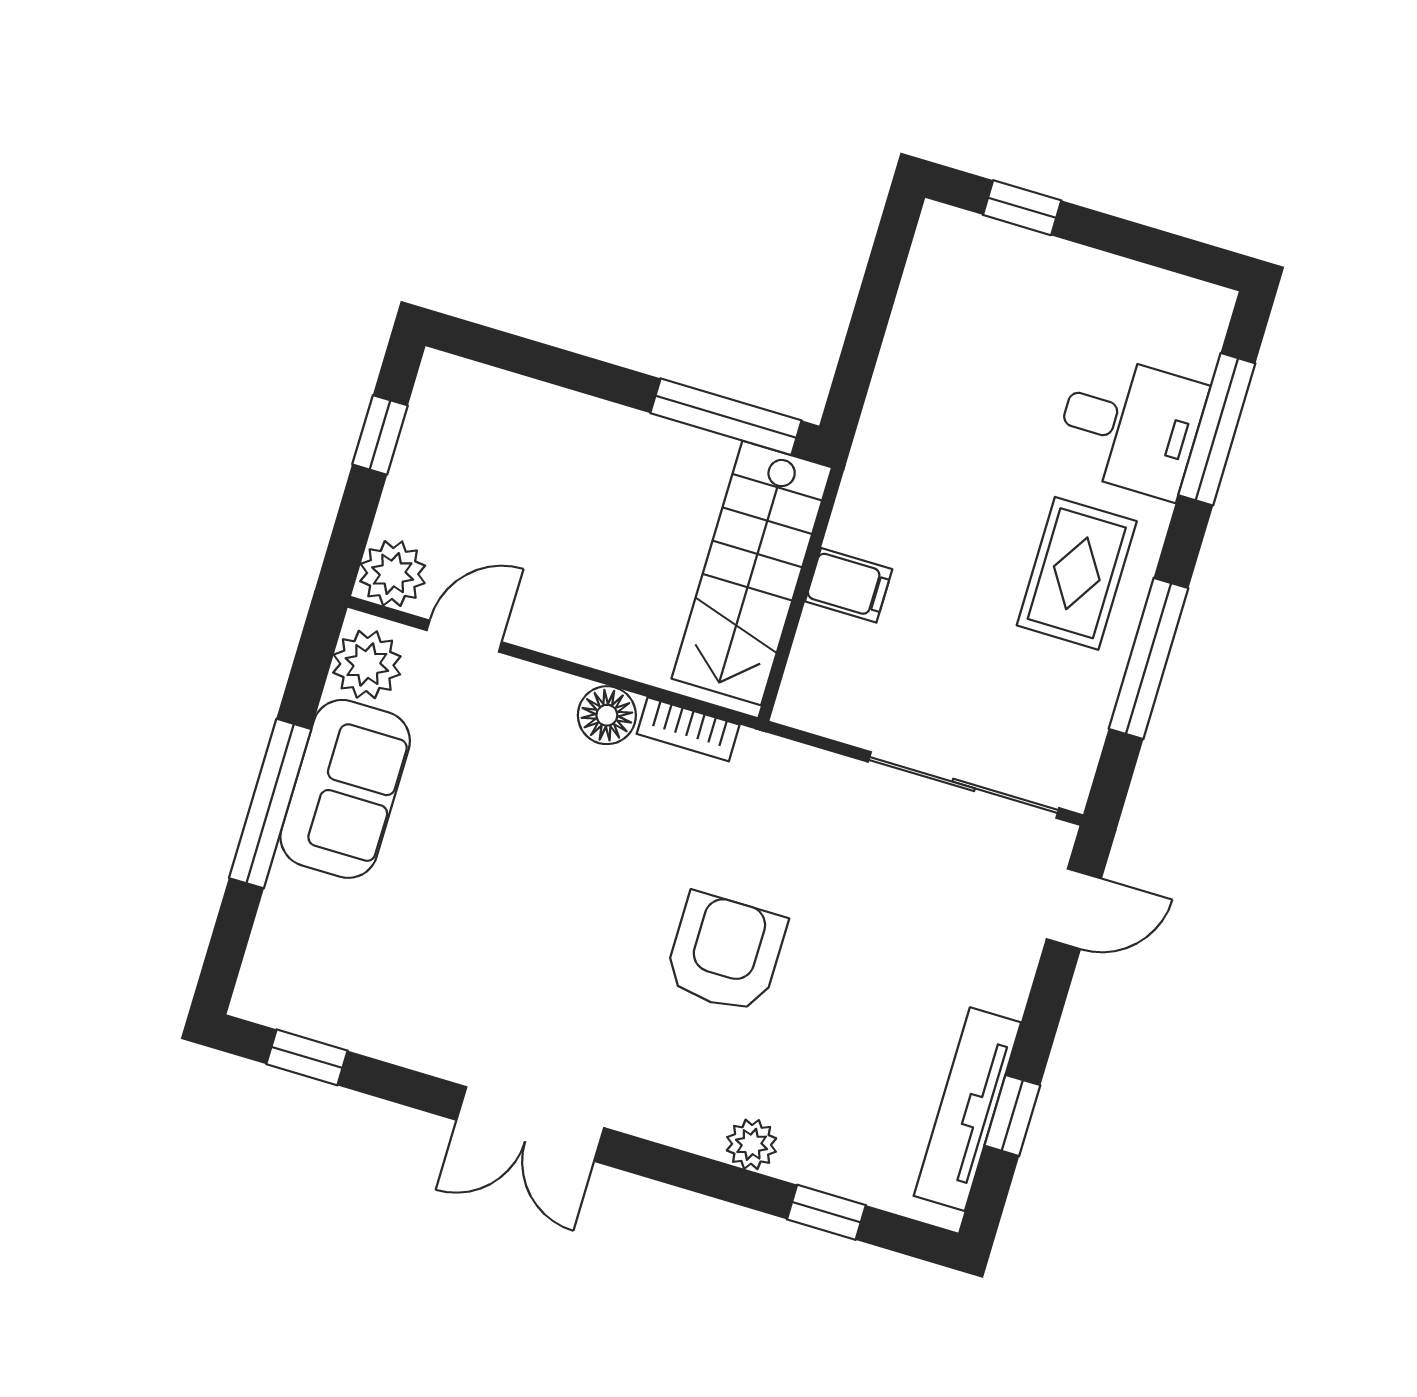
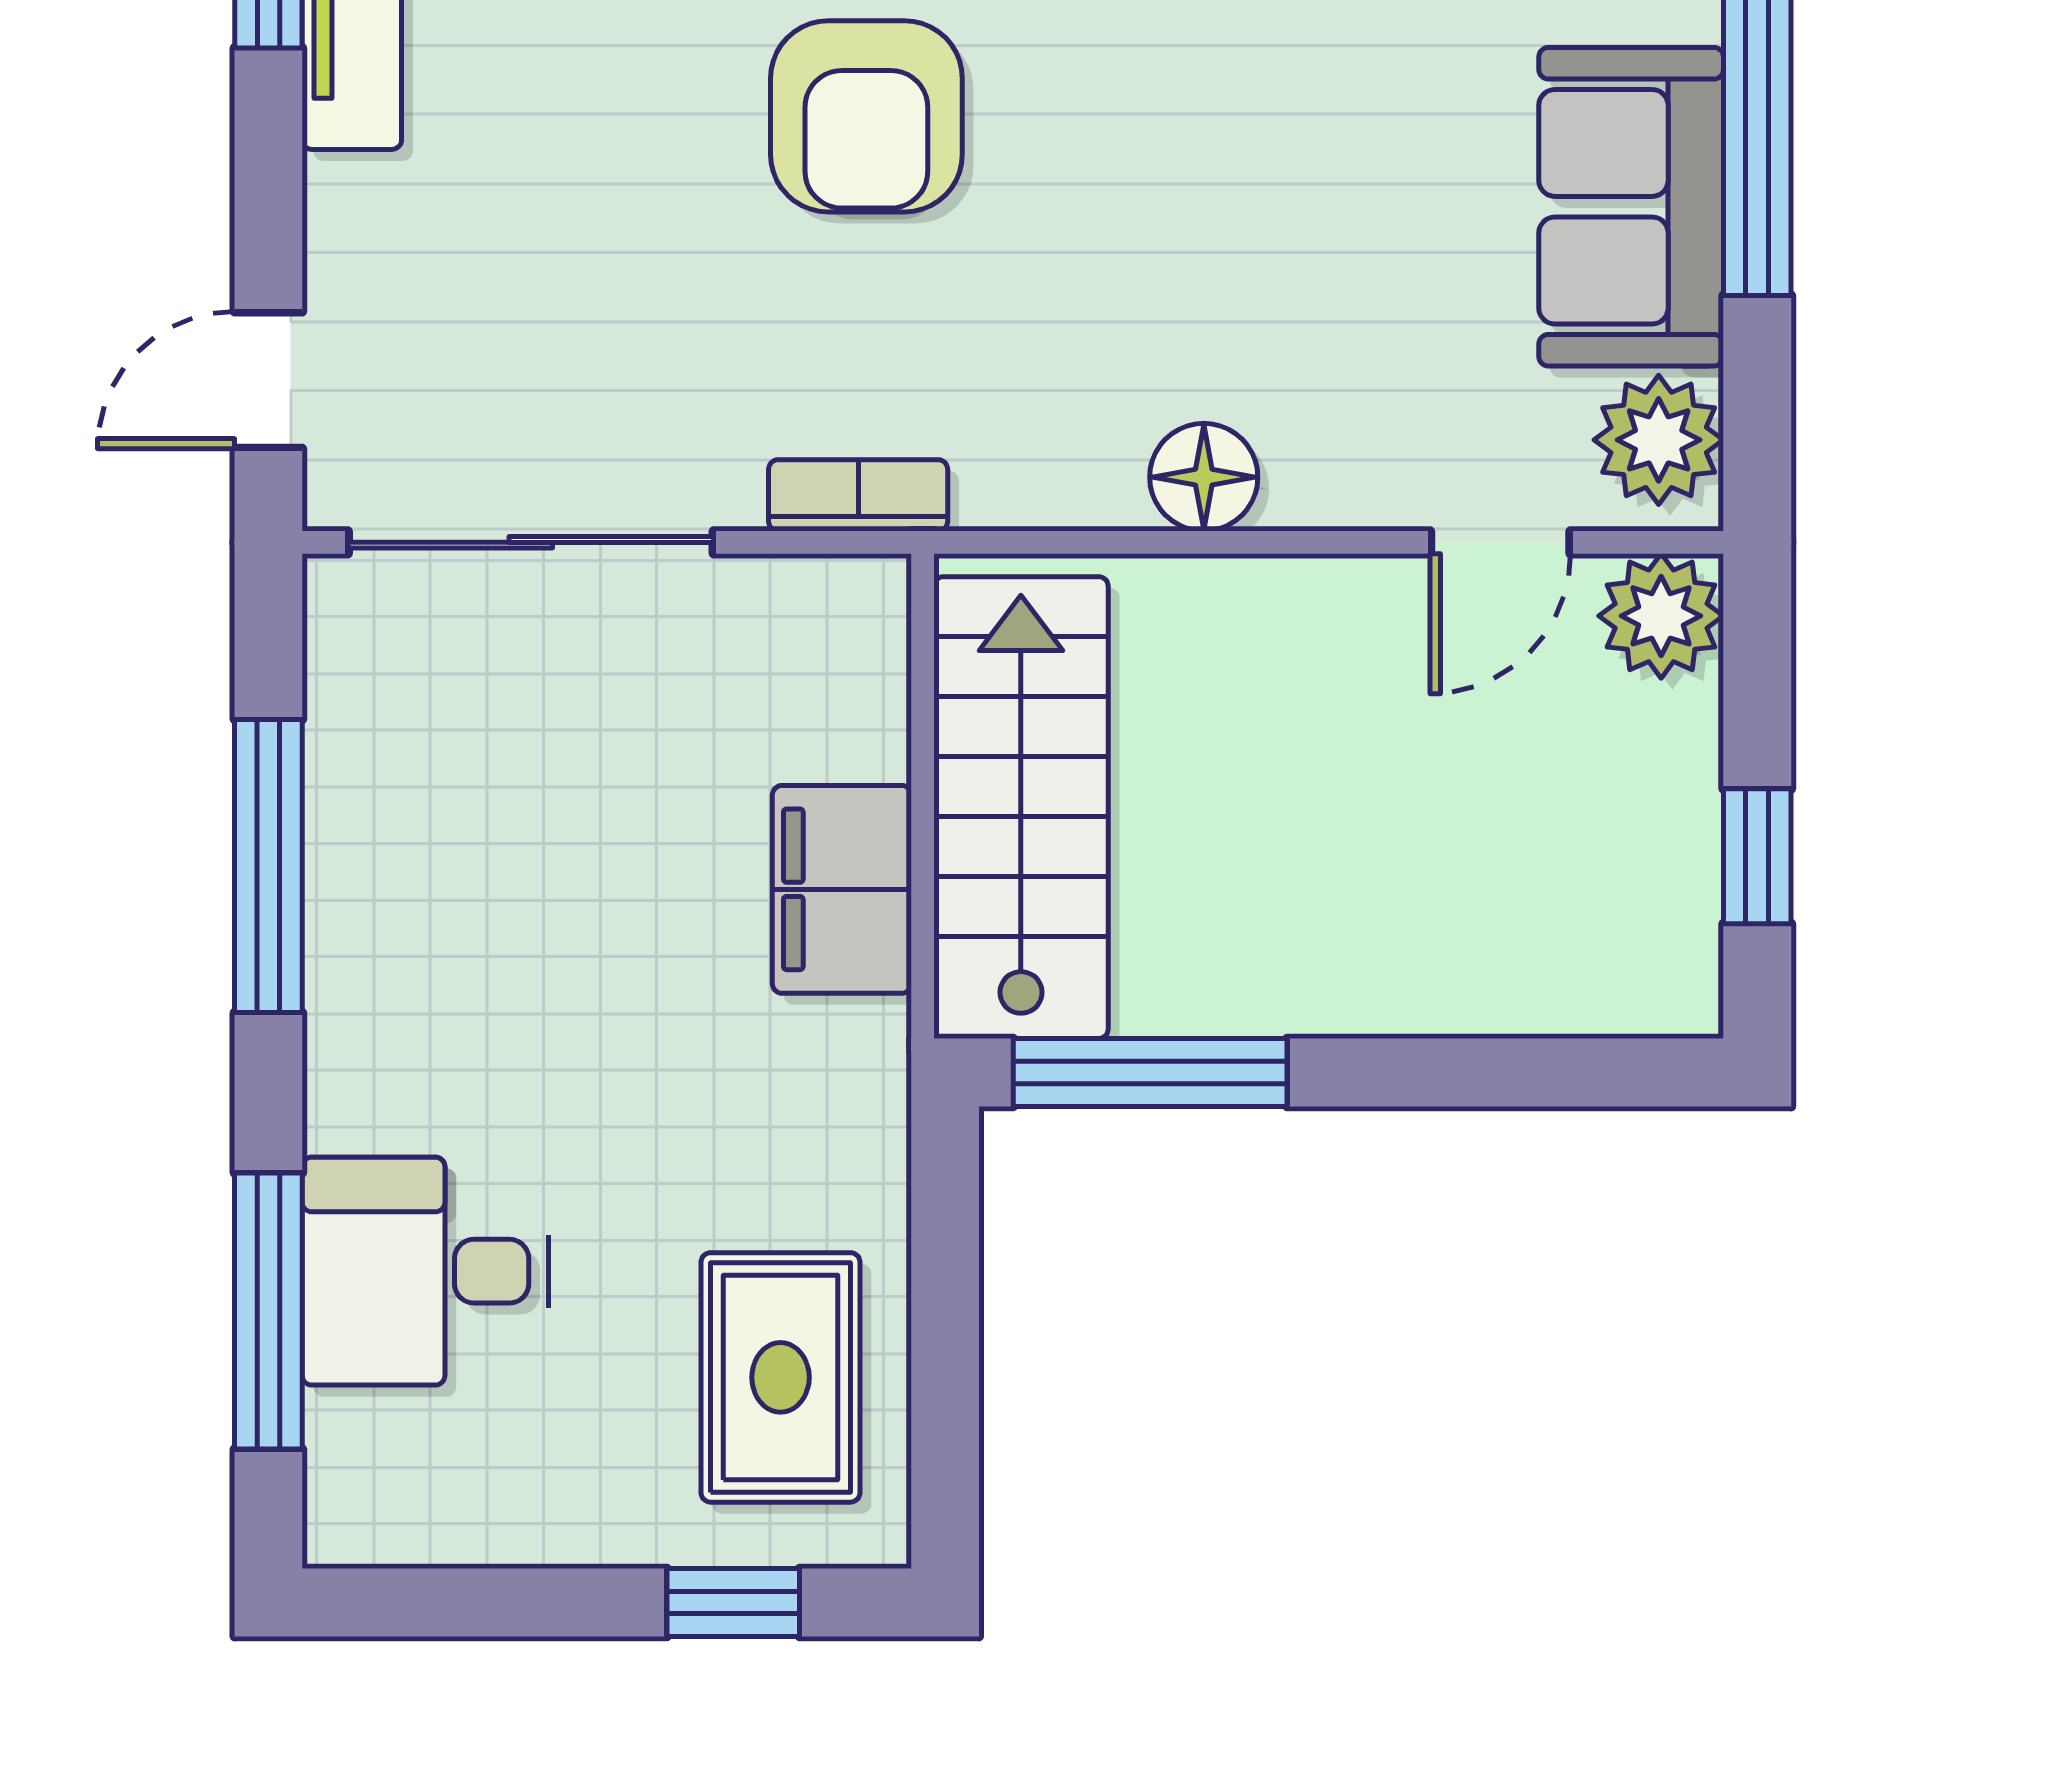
rug: (1077, 573) -> (781, 1377), moved
filing cabinet: (849, 585) -> (842, 889), width x2.00
bookcase: (688, 729) -> (858, 495), moved

